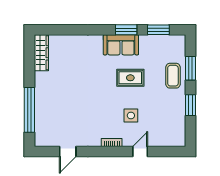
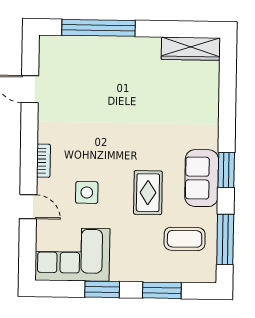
window: (126, 30) -> (226, 170), moved
window: (158, 30) -> (225, 239), width x1.44
coffee table: (173, 76) -> (185, 239), moved
corner sofa: (169, 124) -> (72, 254), added

